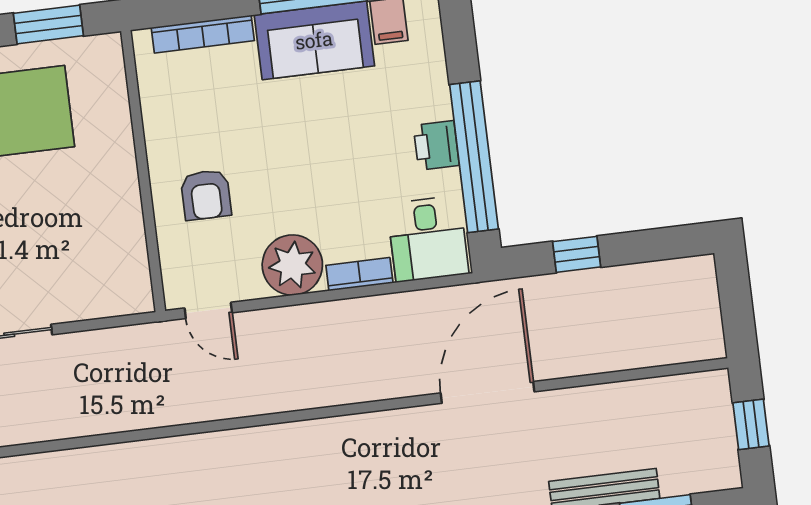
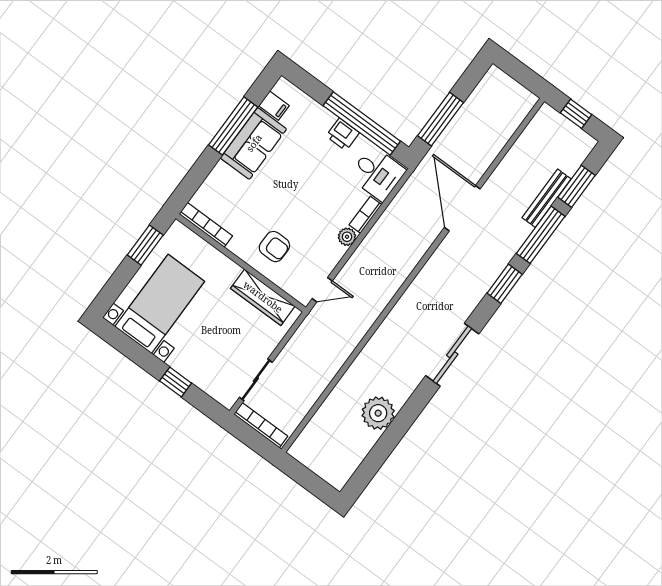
bookcase: (203, 34) -> (206, 225), moved, turned -90
wardrobe: (125, 242) -> (263, 297), added
window: (577, 254) -> (441, 119), width x2.17
plant: (292, 265) -> (347, 237), width x0.53, depth x0.53

